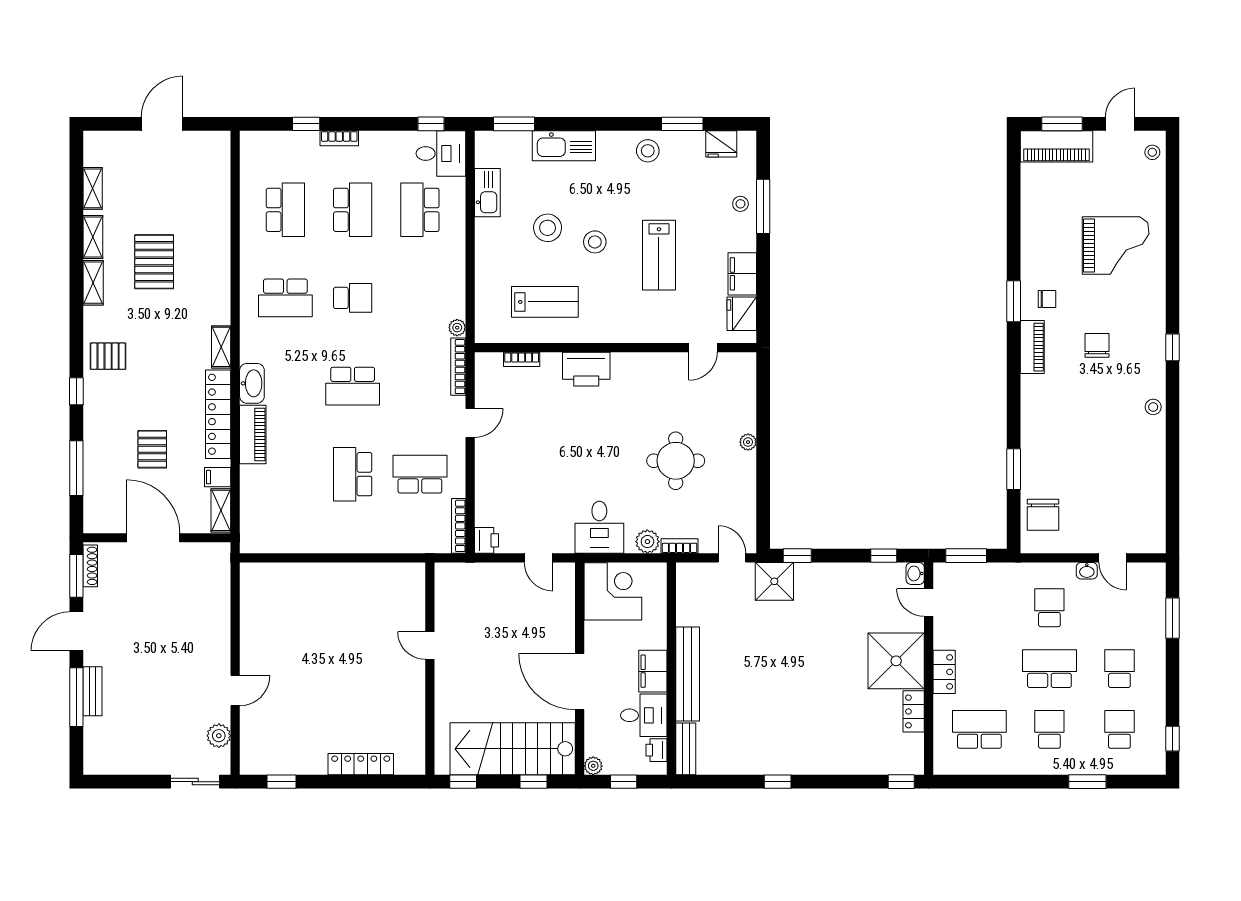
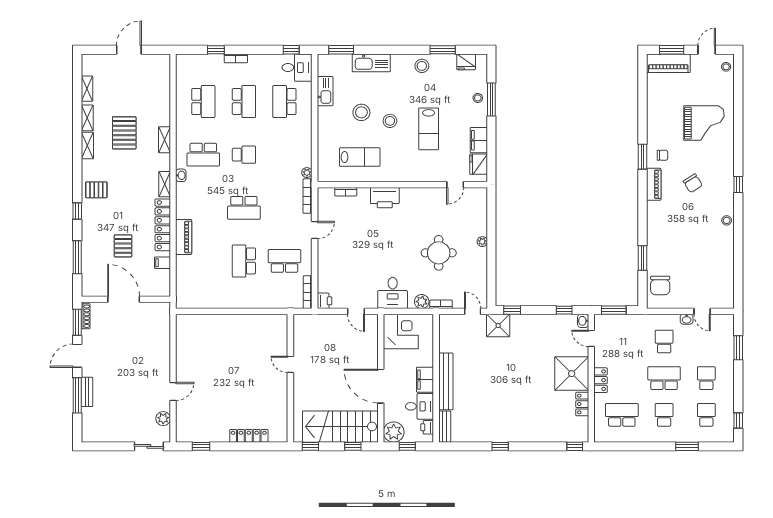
chair: (1097, 345) -> (693, 183), turned 148
washbasin: (252, 383) -> (181, 175), moved, width x0.52, depth x0.69
shelving: (221, 510) -> (164, 140), moved
plant: (593, 766) -> (394, 432), width x1.87, depth x1.87

